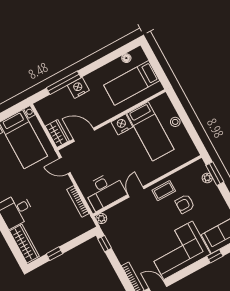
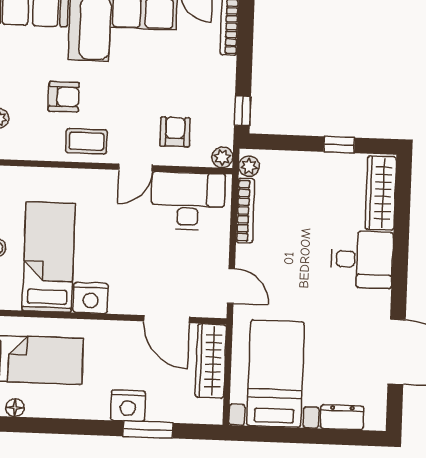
window: (64, 83) -> (148, 430), width x0.69
wardrobe: (57, 134) -> (211, 361), width x1.50
armchair: (128, 217) -> (175, 132), added
plant: (88, 221) -> (249, 166), added

